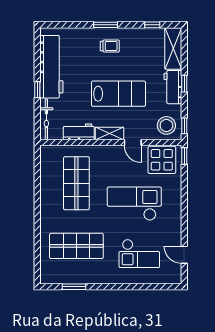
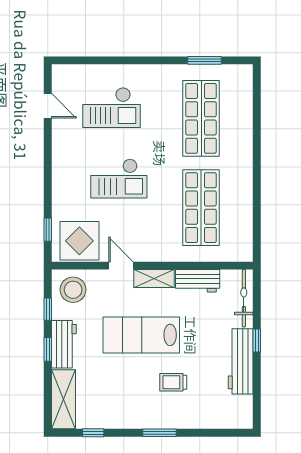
trolley: (110, 46) -> (173, 382), moved
workbench: (51, 67) -> (241, 361), width x0.73, depth x0.76
window: (184, 126) -> (48, 309), moved
window: (184, 156) -> (48, 230), moved
checkout: (134, 204) -> (119, 178), width x0.73, depth x0.83
shop shelf: (76, 246) -> (201, 118), turned 90
checkout: (139, 254) -> (112, 107), turned 180

